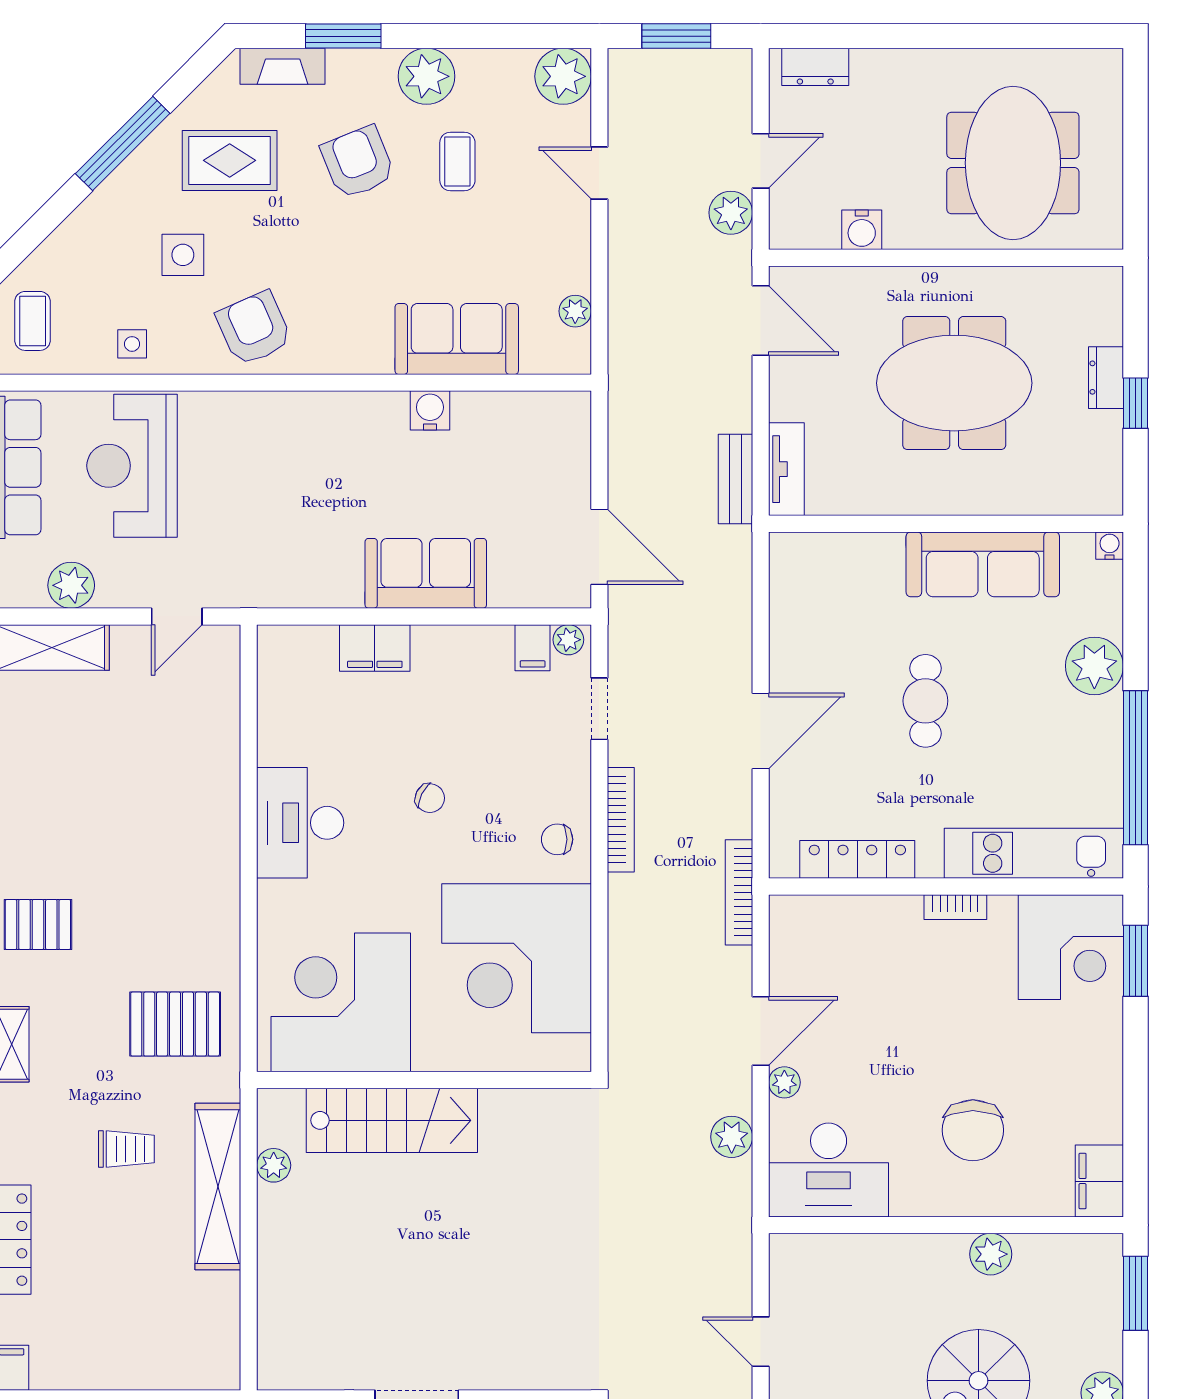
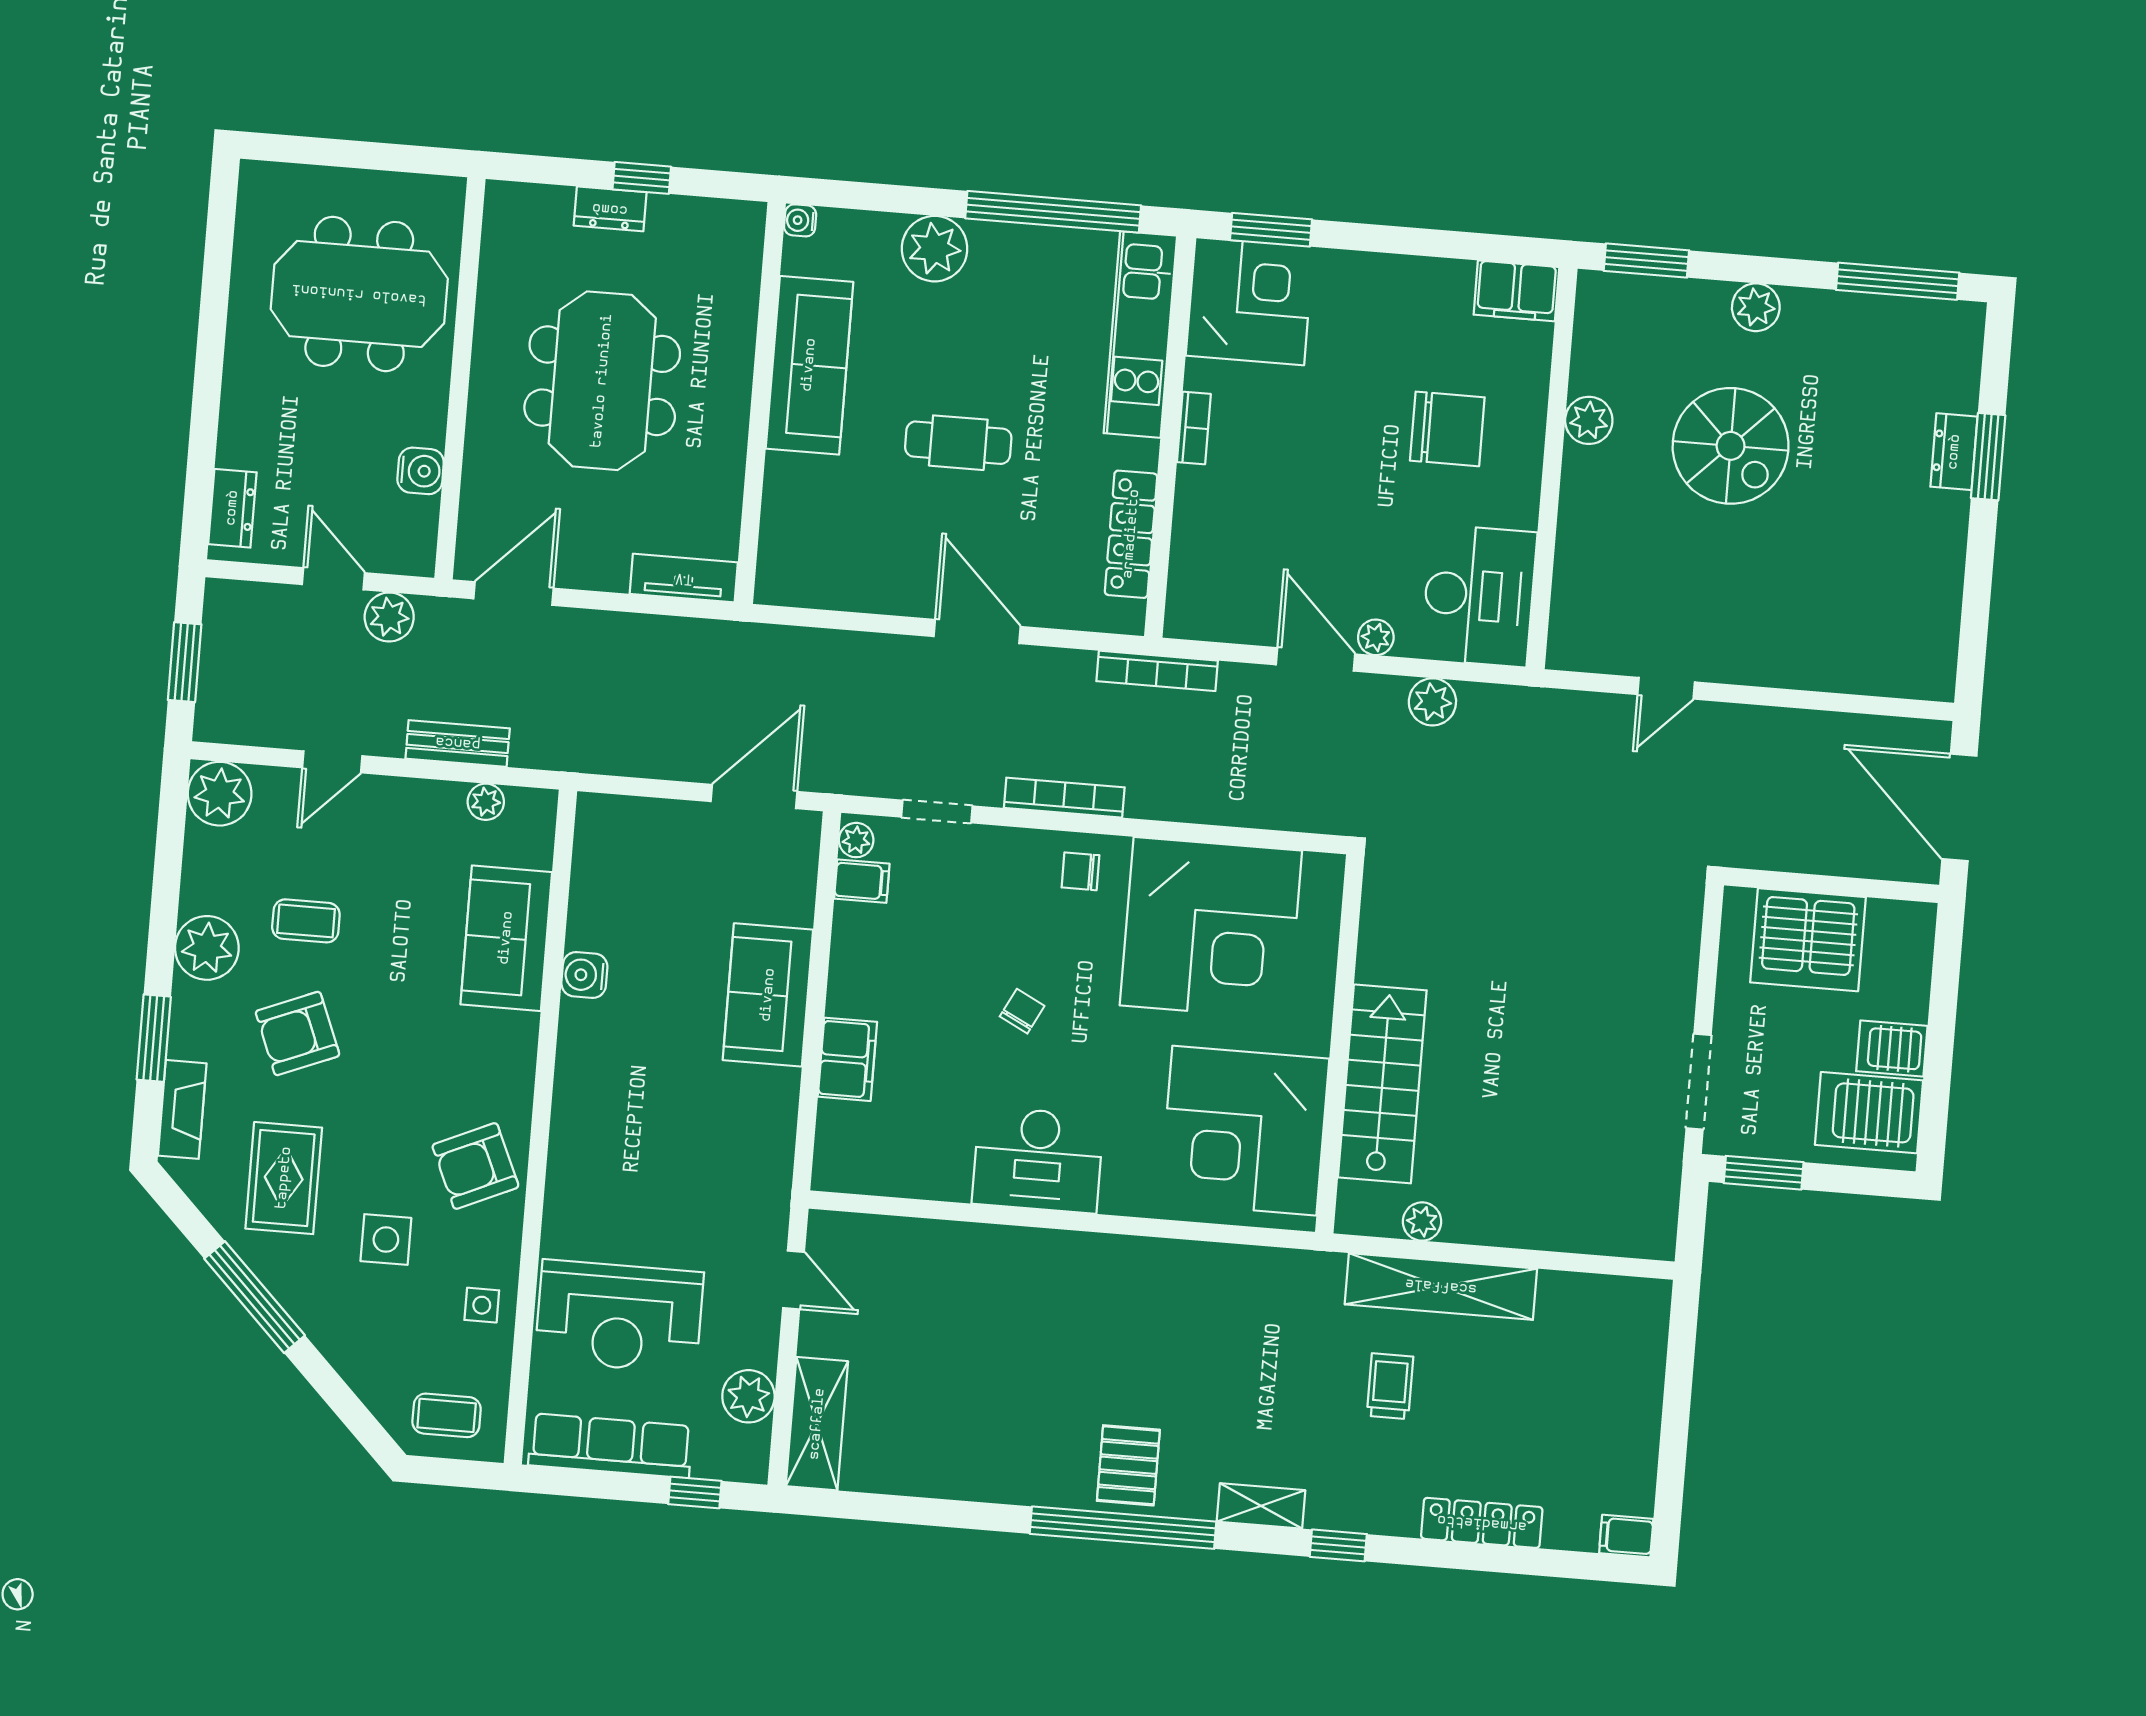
bench: (735, 479) -> (458, 743), moved
chair: (557, 839) -> (1080, 871), turned 90
pallet: (175, 1024) -> (1253, 1320), removed

